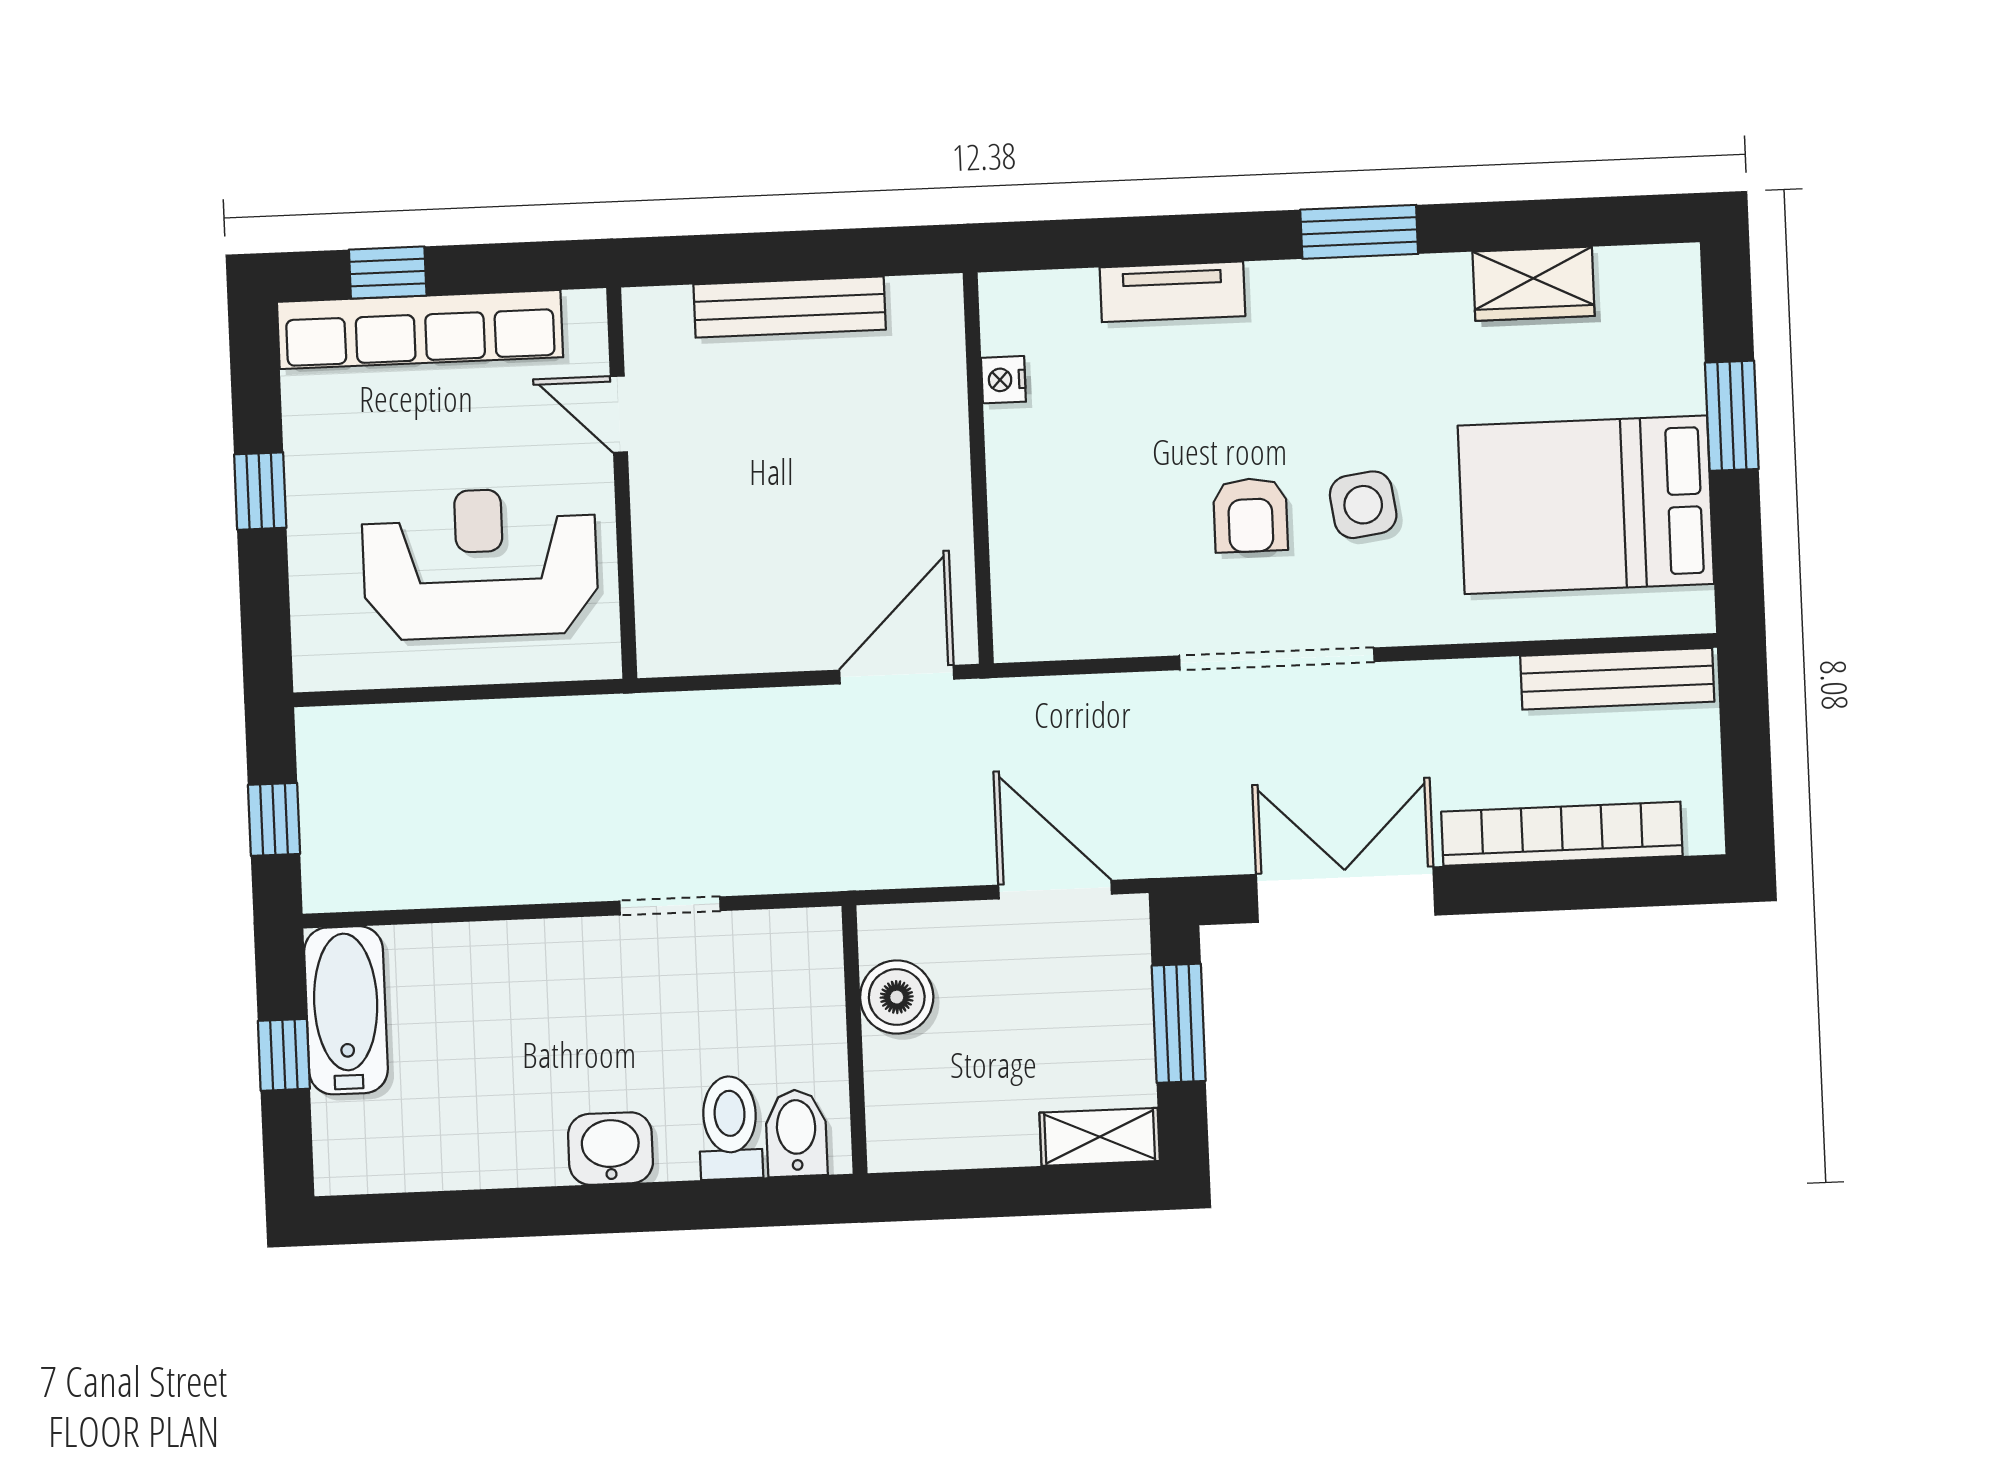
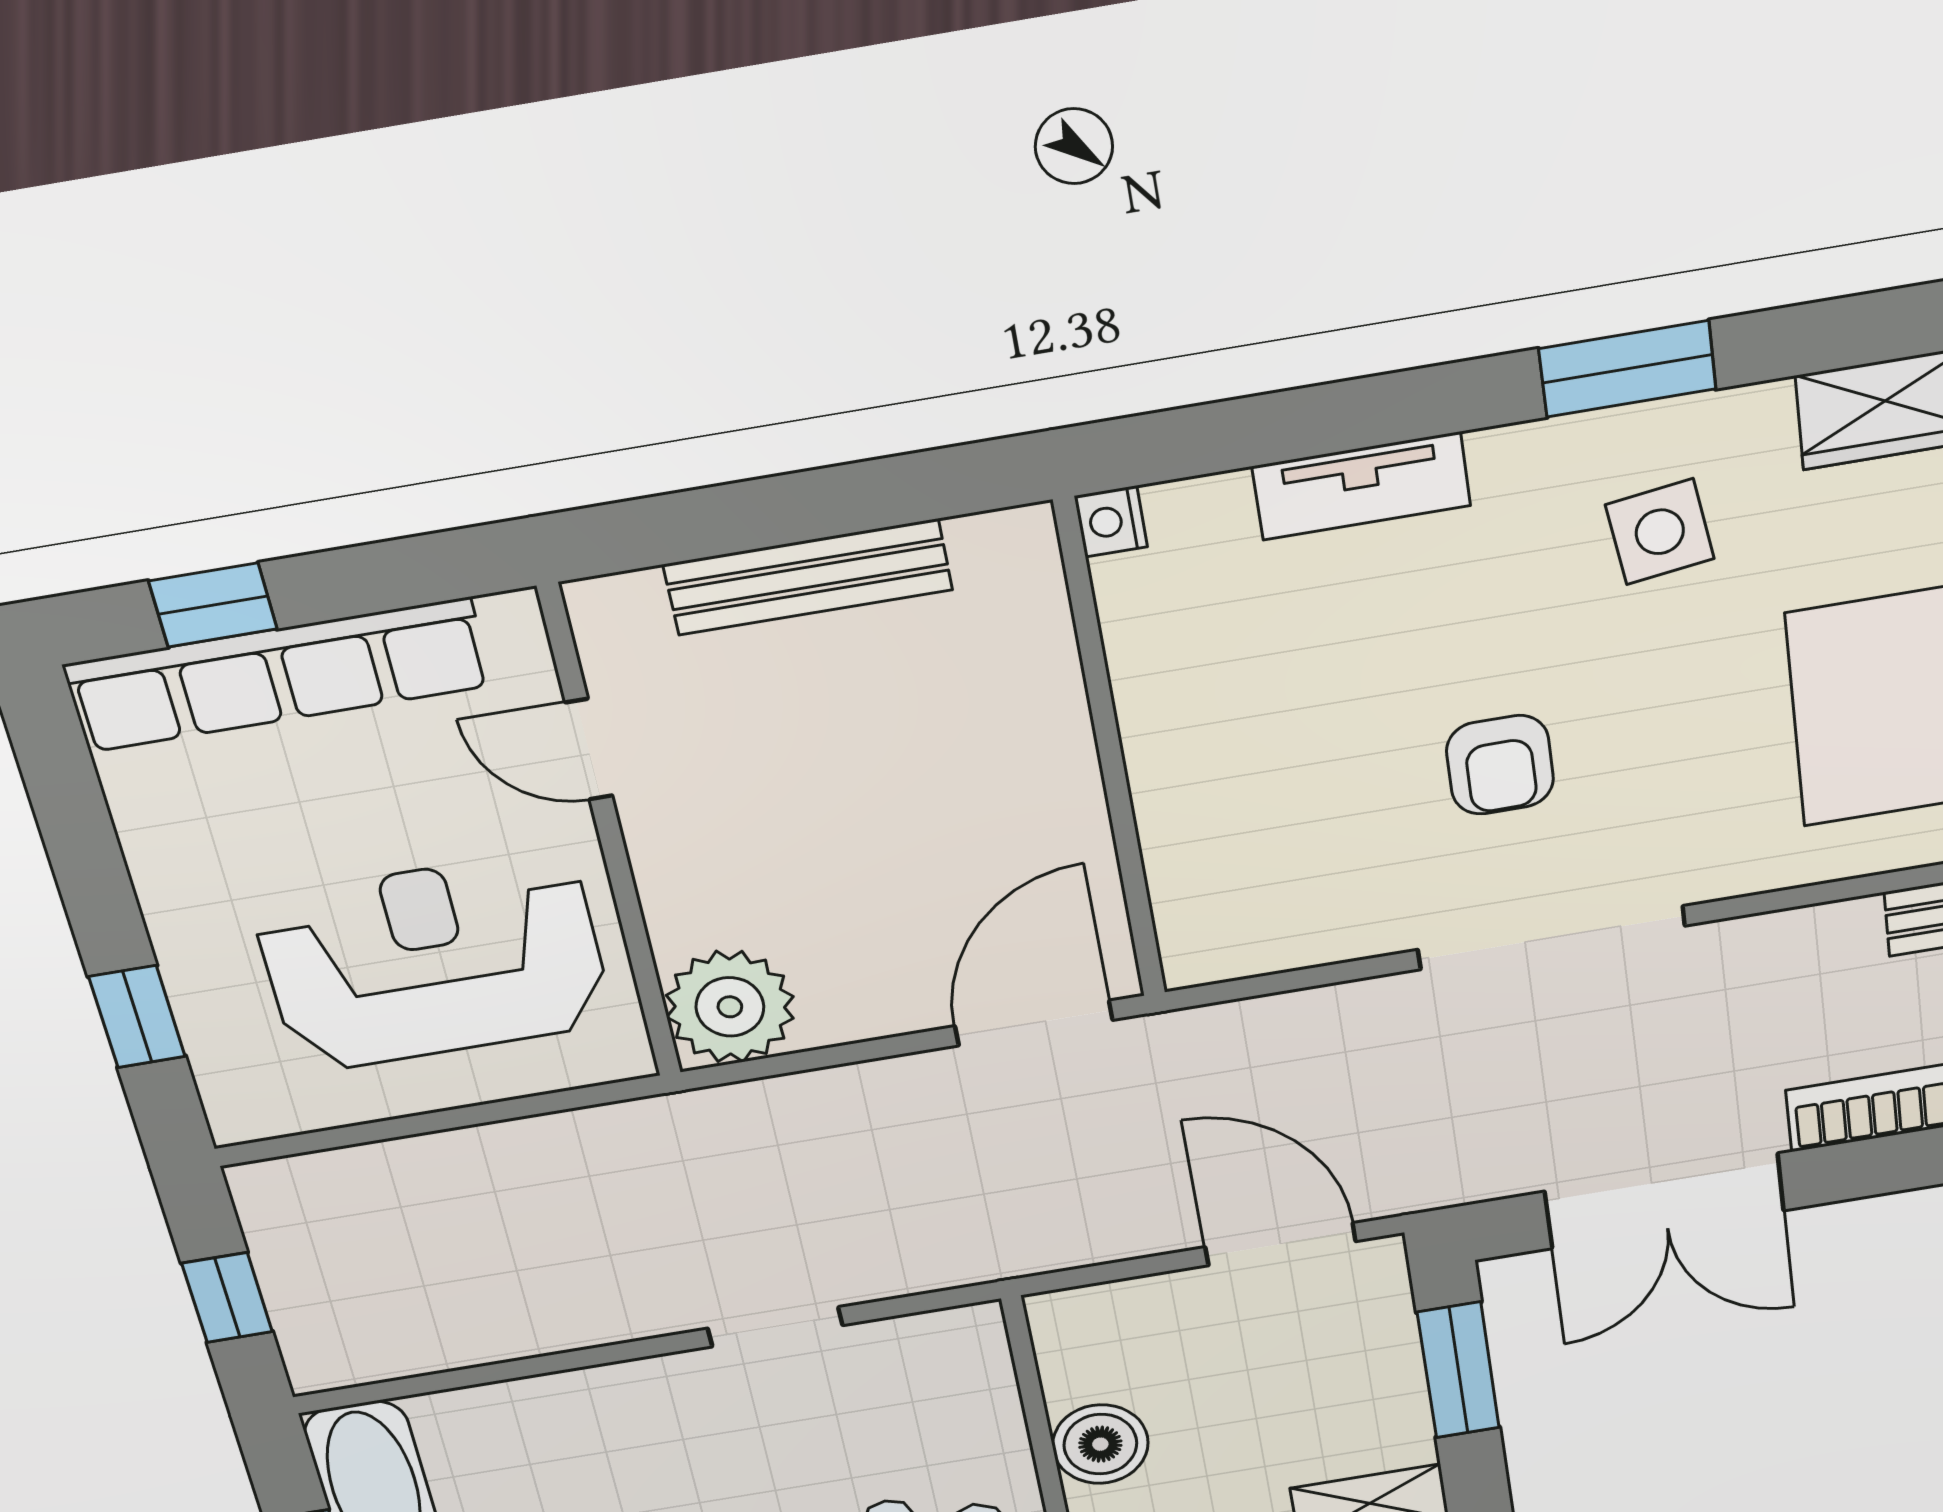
nightstand: (1003, 380) -> (1111, 521), moved
window: (260, 491) -> (137, 1017), moved
side table: (1363, 505) -> (1660, 532), moved
plant: (682, 630) -> (730, 1007), added
double door: (1346, 895) -> (1664, 1201), swing flipped
boiler: (897, 997) -> (1100, 1444), moved

